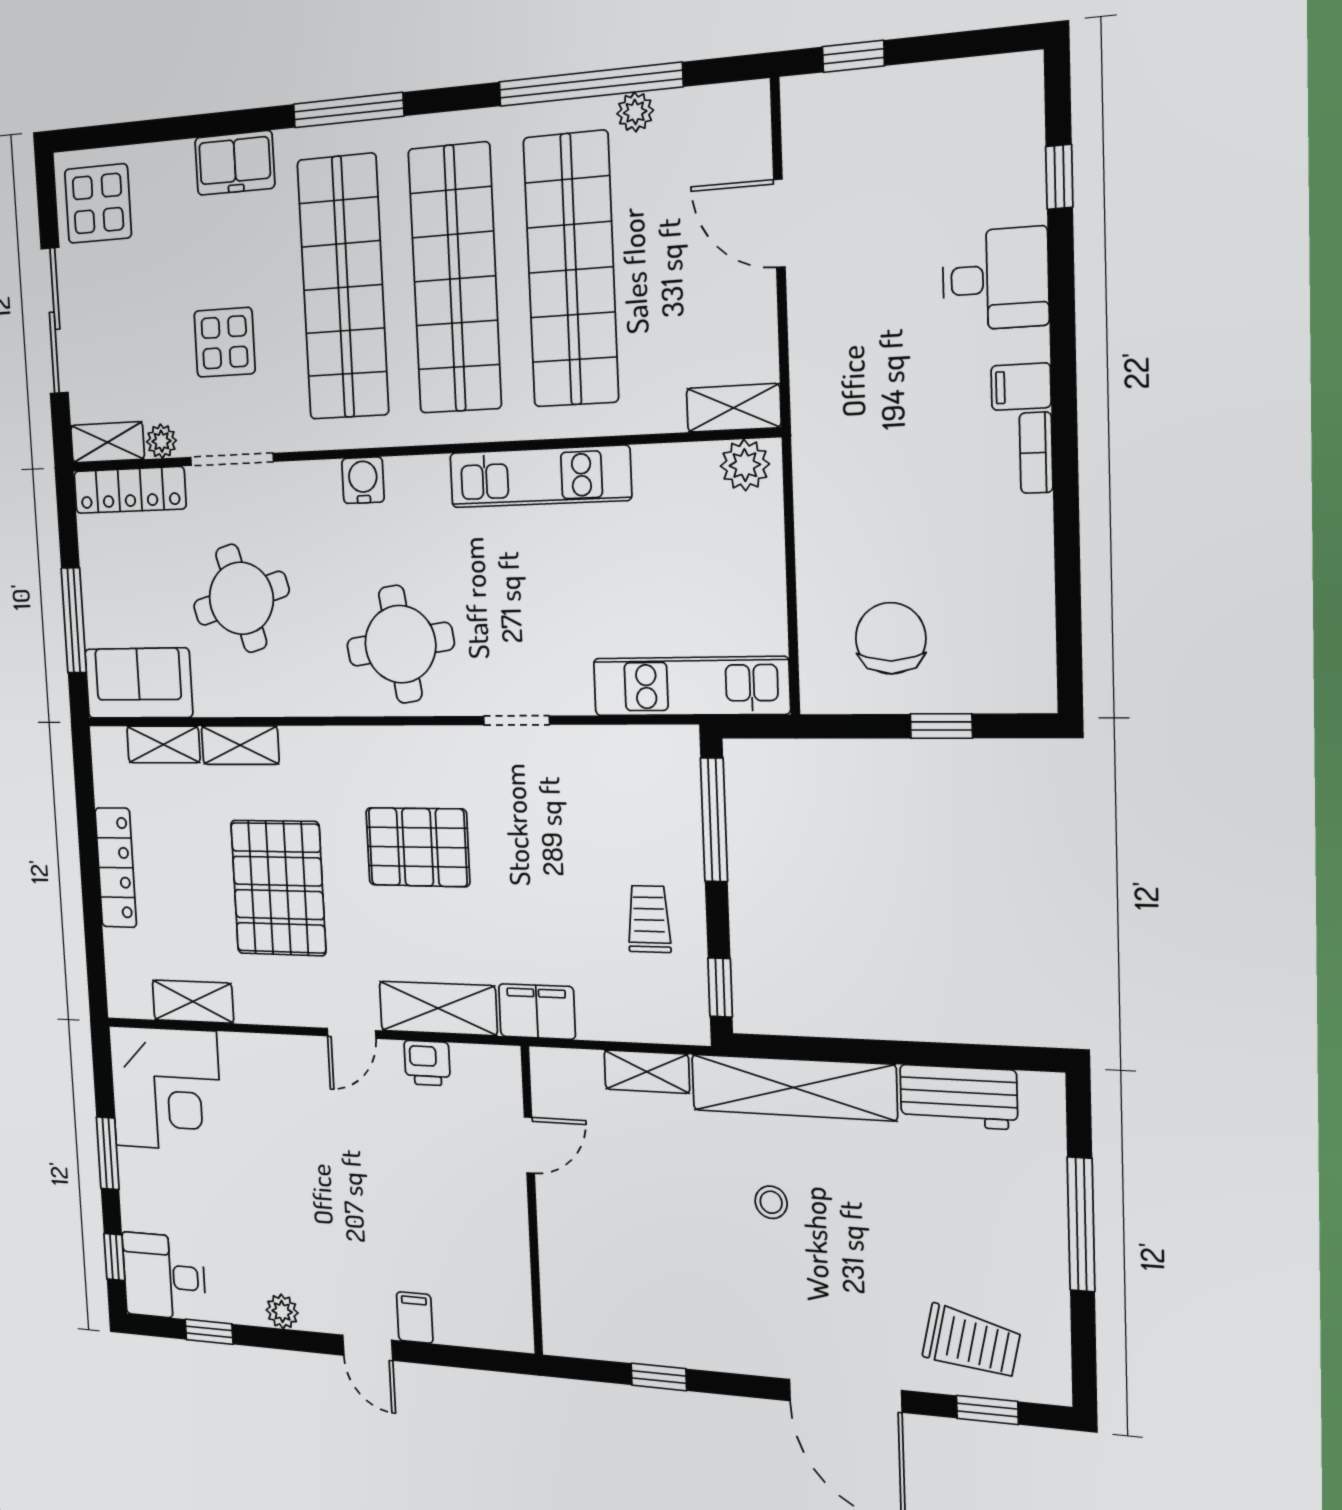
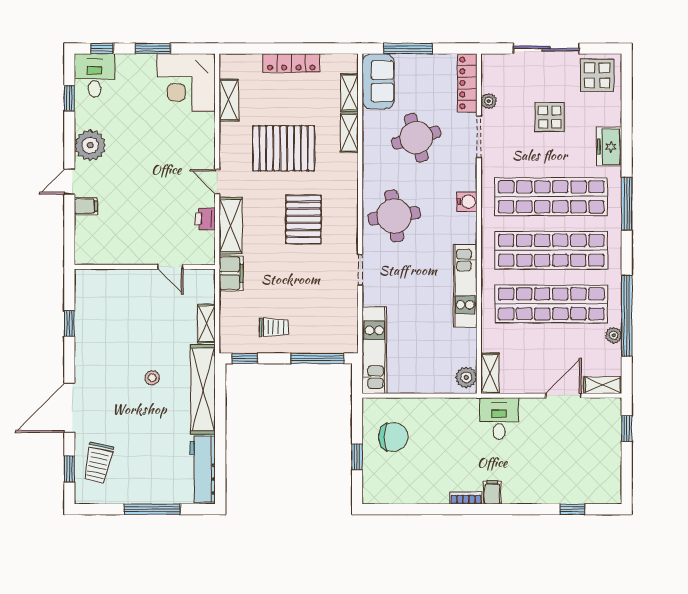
desk: (995, 279) -> (499, 418), moved, turned 180
display table: (225, 342) -> (550, 117), moved
shelving: (107, 442) -> (603, 385), moved, turned 90
workbench: (958, 1097) -> (203, 469), width x1.37
plant: (282, 1311) -> (90, 145), width x1.87, depth x1.87

